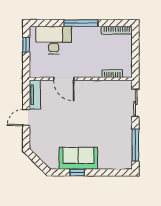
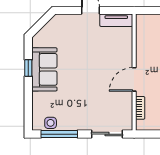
door: (64, 79) -> (134, 79), moved
side table: (126, 153) -> (51, 123), added

